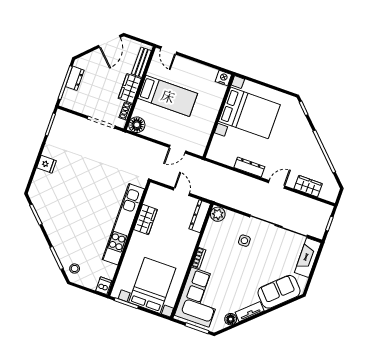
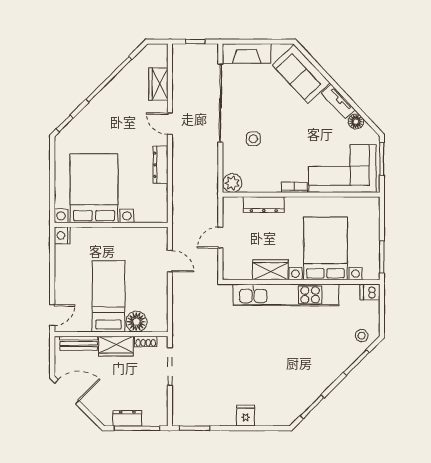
floor lamp: (137, 125) -> (136, 322), moved
dresser: (200, 216) -> (264, 204), moved
bed with nightstands: (152, 285) -> (325, 249), moved, turned 90

